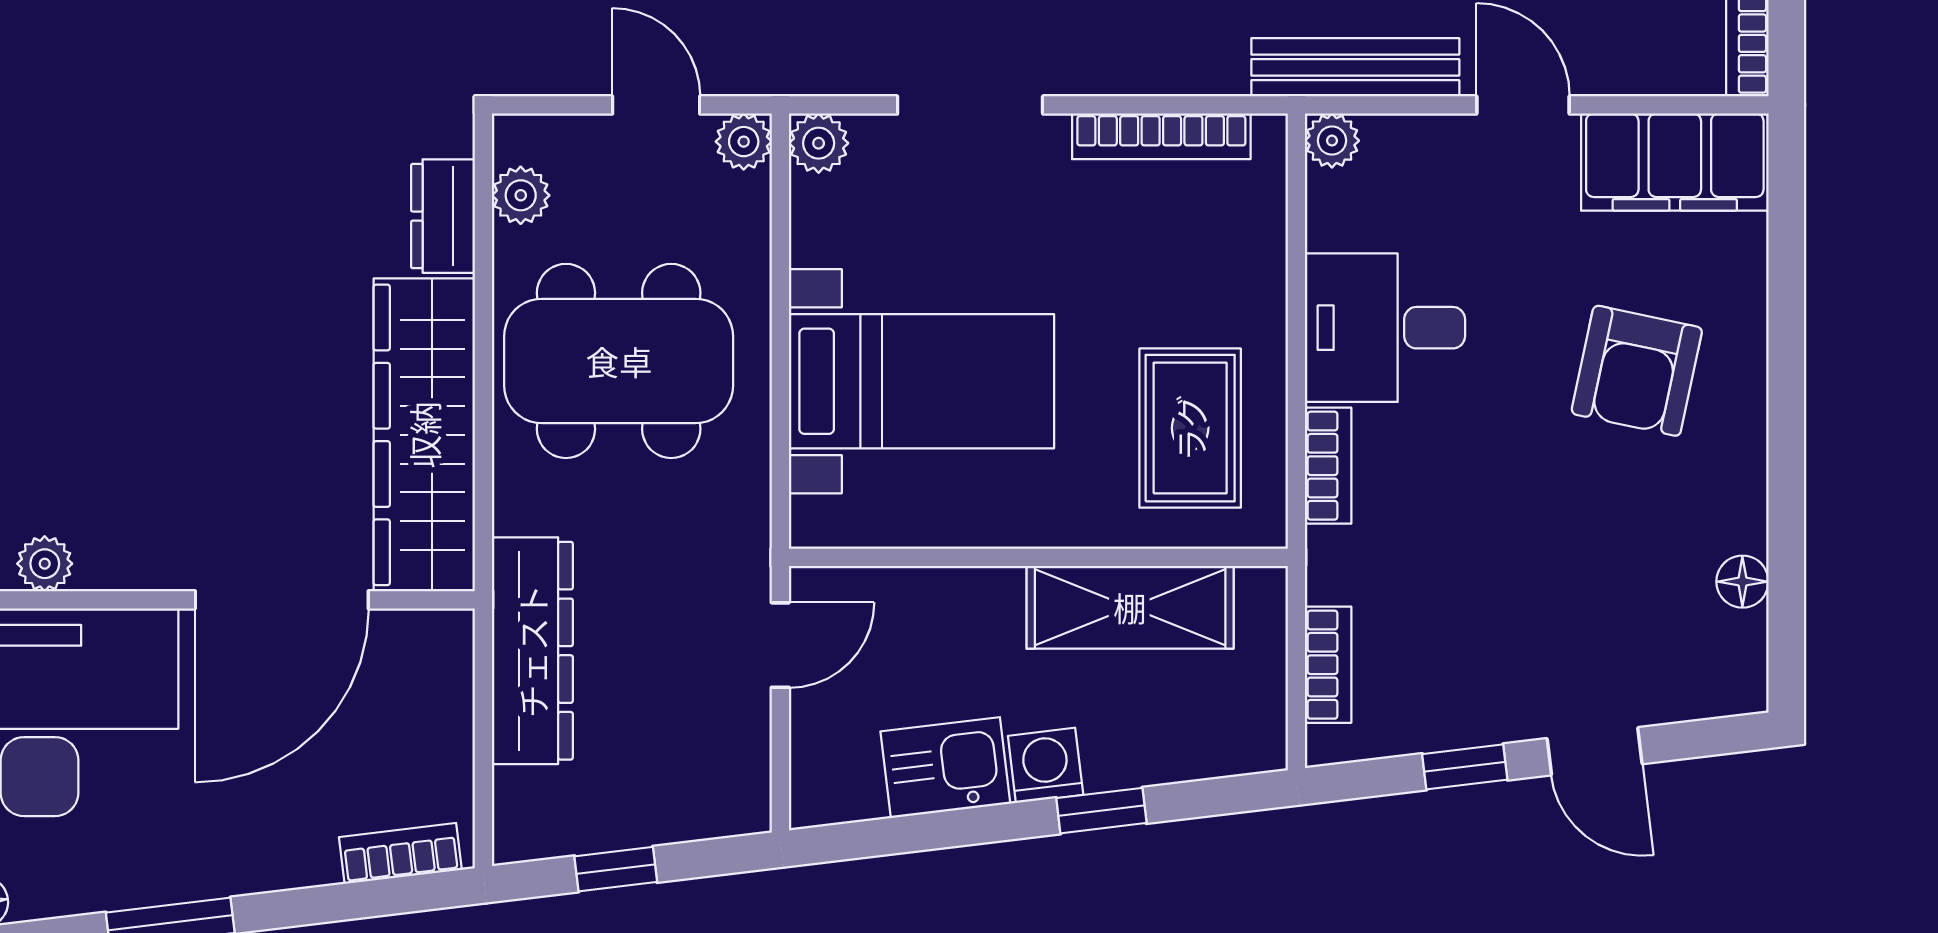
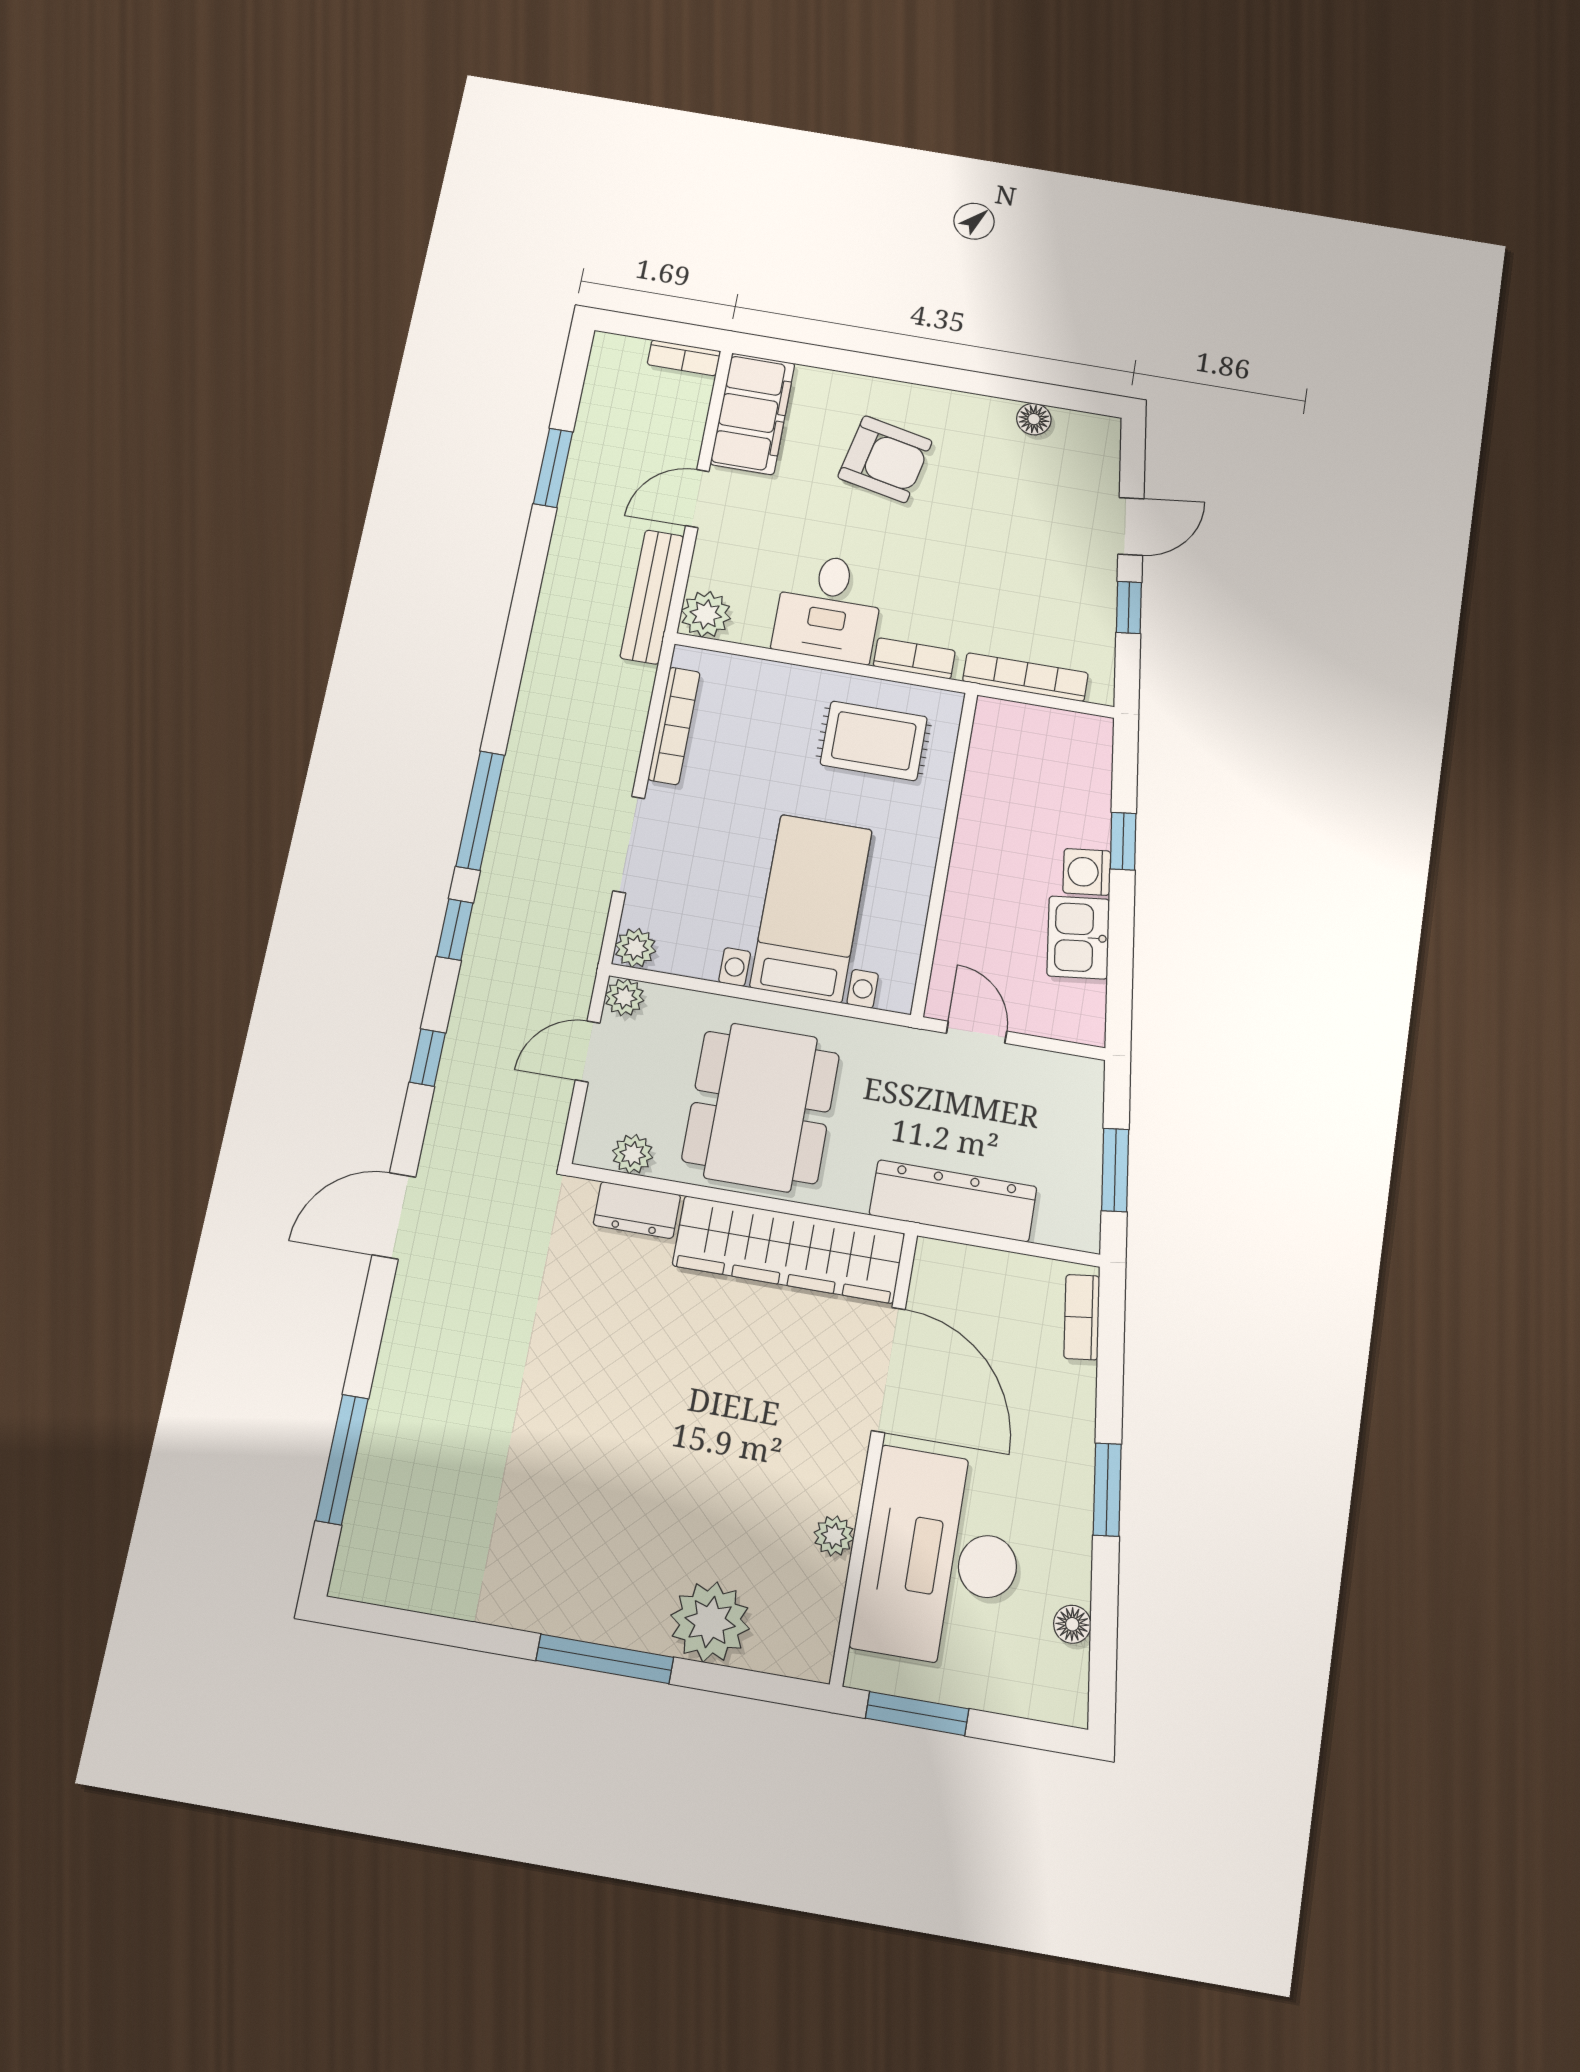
plant: (1332, 141) -> (706, 614), width x1.38, depth x1.38
shelving: (1130, 607) -> (988, 799), removed
bookcase: (1328, 665) -> (1025, 677), width x1.56
window: (616, 869) -> (1115, 1170), width x1.50

